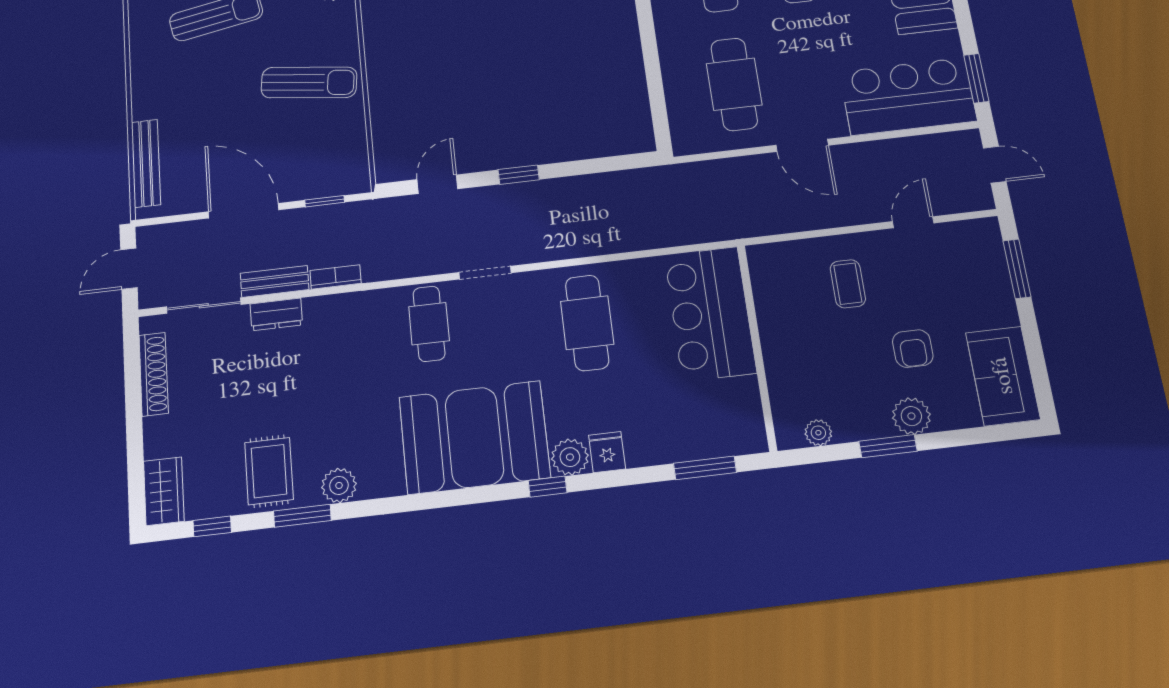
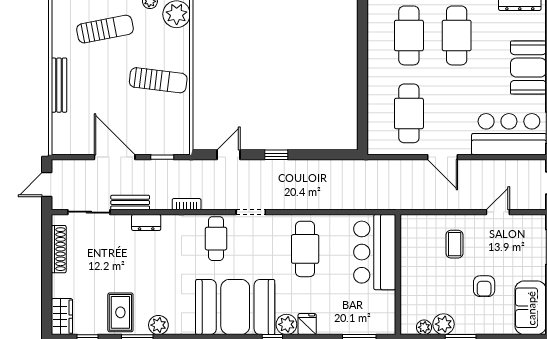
bench: (146, 163) -> (59, 85), moved
bookcase: (336, 277) -> (187, 204), moved
dresser: (276, 314) -> (146, 222), moved
plant: (911, 416) -> (444, 324), moved

